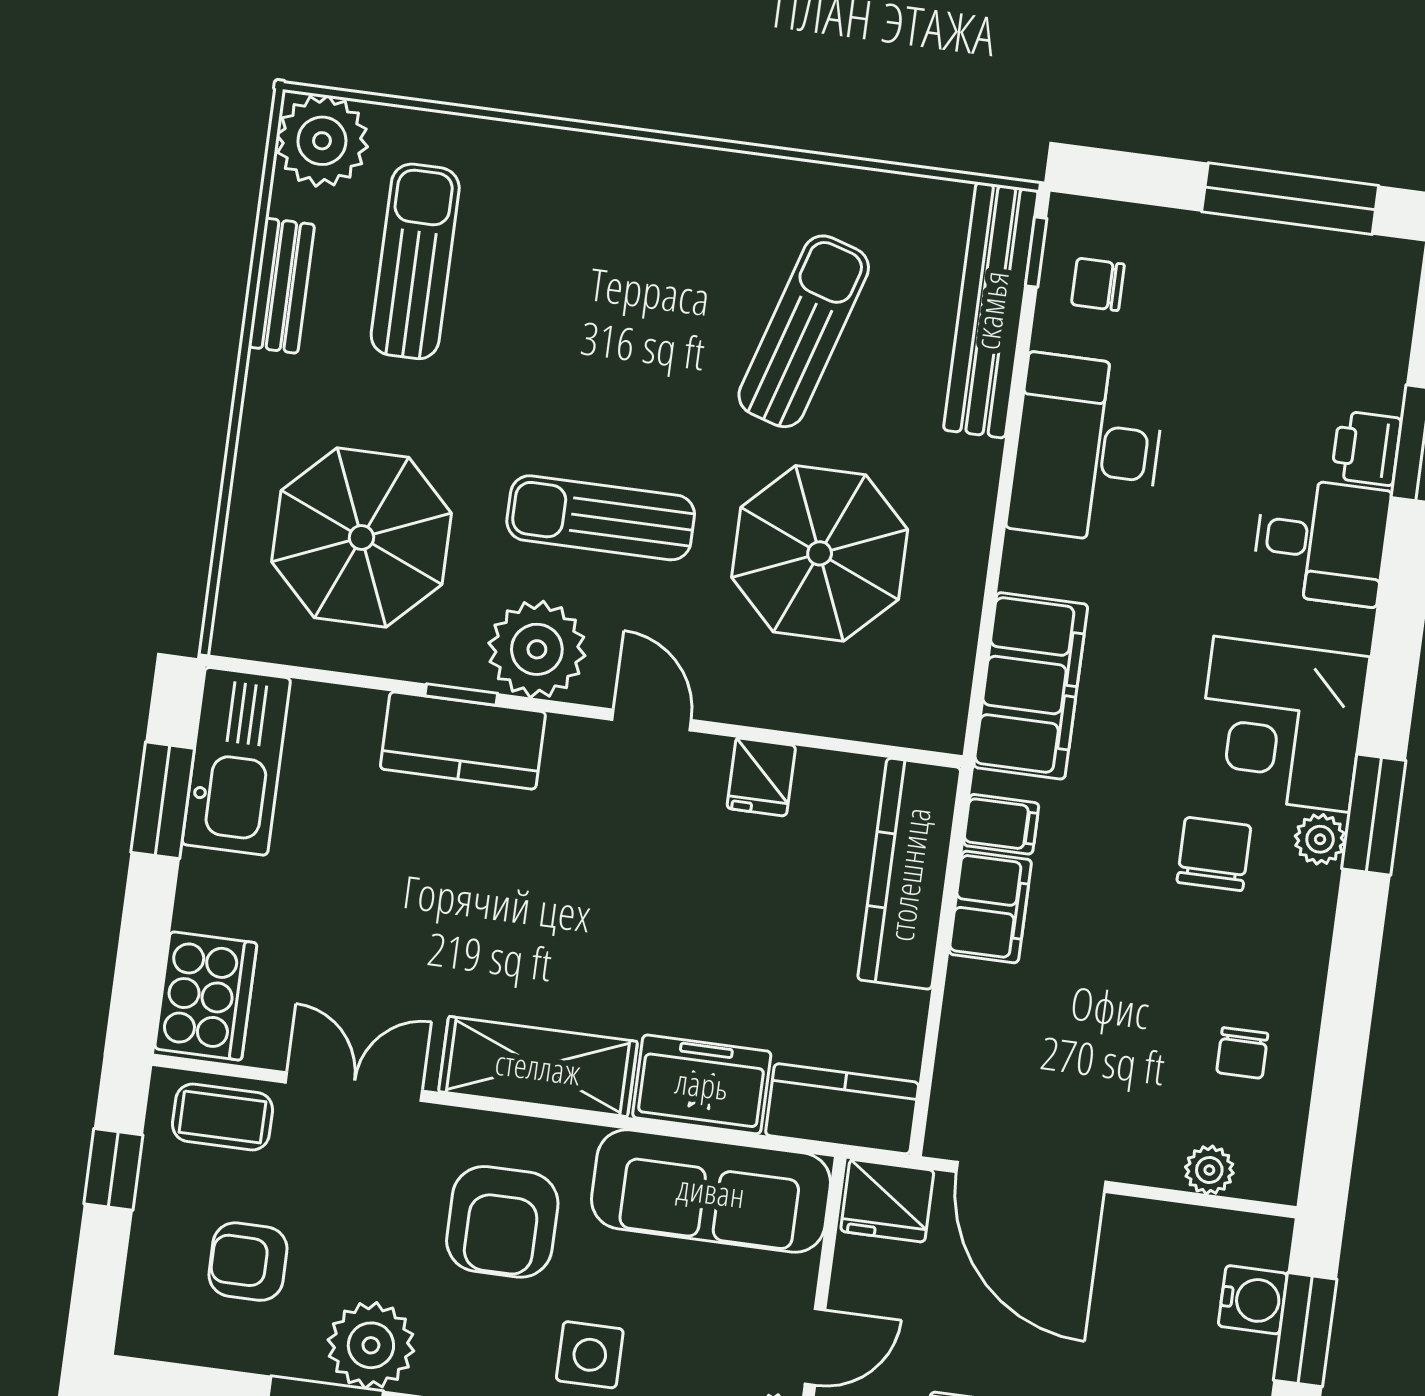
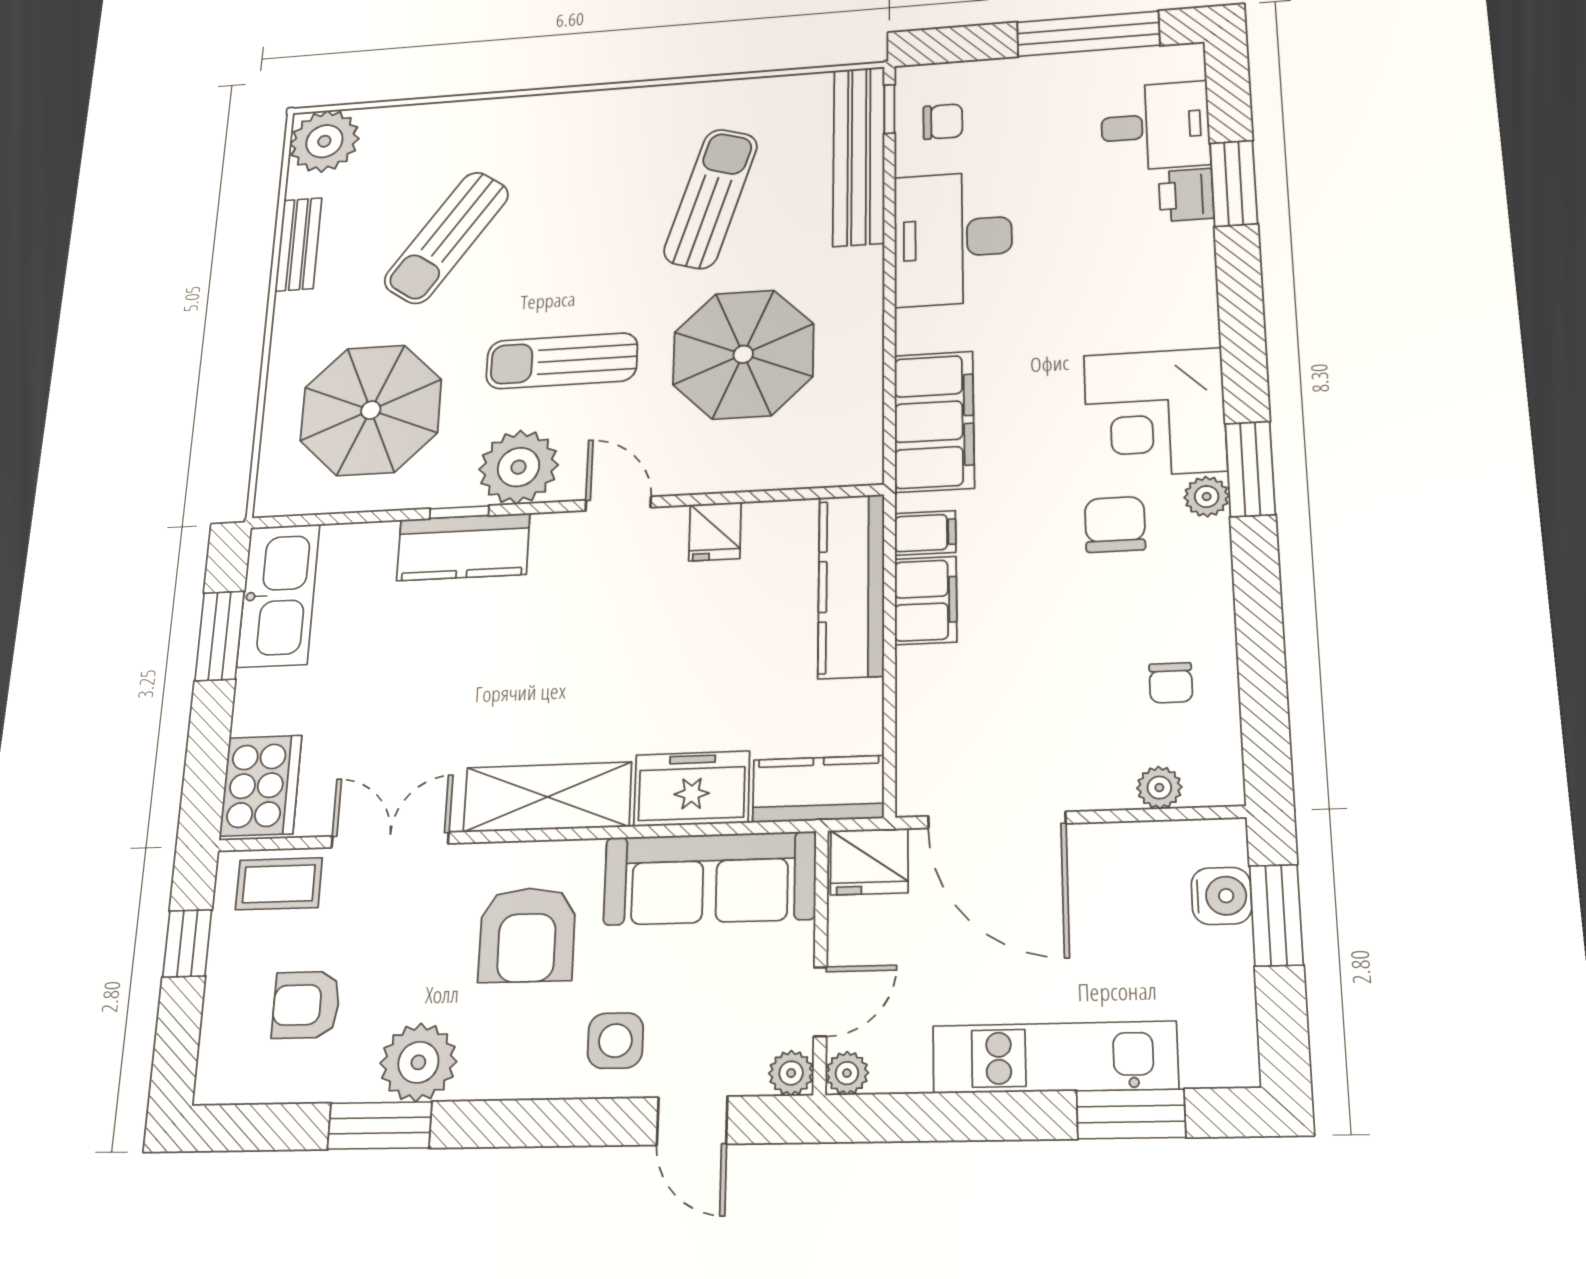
sun lounger: (415, 261) -> (447, 238), moved, turned -145
chair: (1098, 284) -> (943, 122), turned 180
desk: (1321, 541) -> (1155, 126), moved

